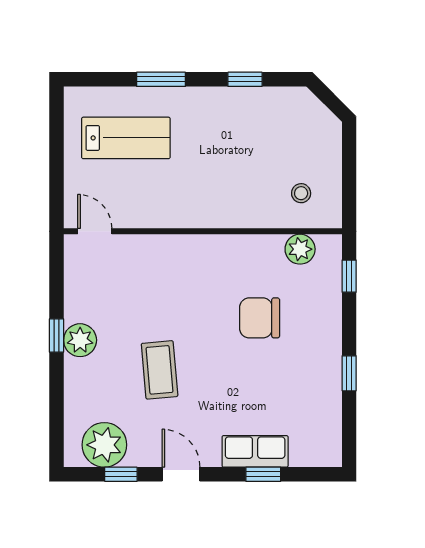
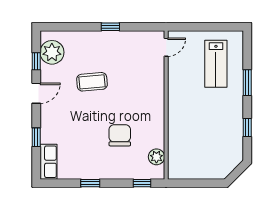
stool: (301, 193) -> (186, 157), removed
plant: (80, 340) -> (108, 39), removed
row of seats: (255, 451) -> (48, 162), moved

